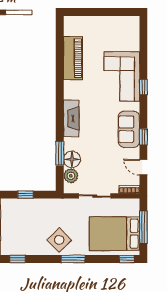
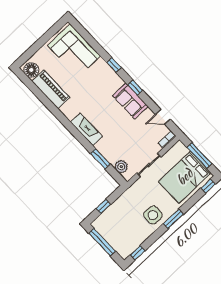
corner sofa: (122, 77) -> (74, 51), moved
window: (143, 137) -> (135, 88), moved
floor lamp: (72, 159) -> (31, 70), moved
side table: (59, 240) -> (153, 215), turned 45

